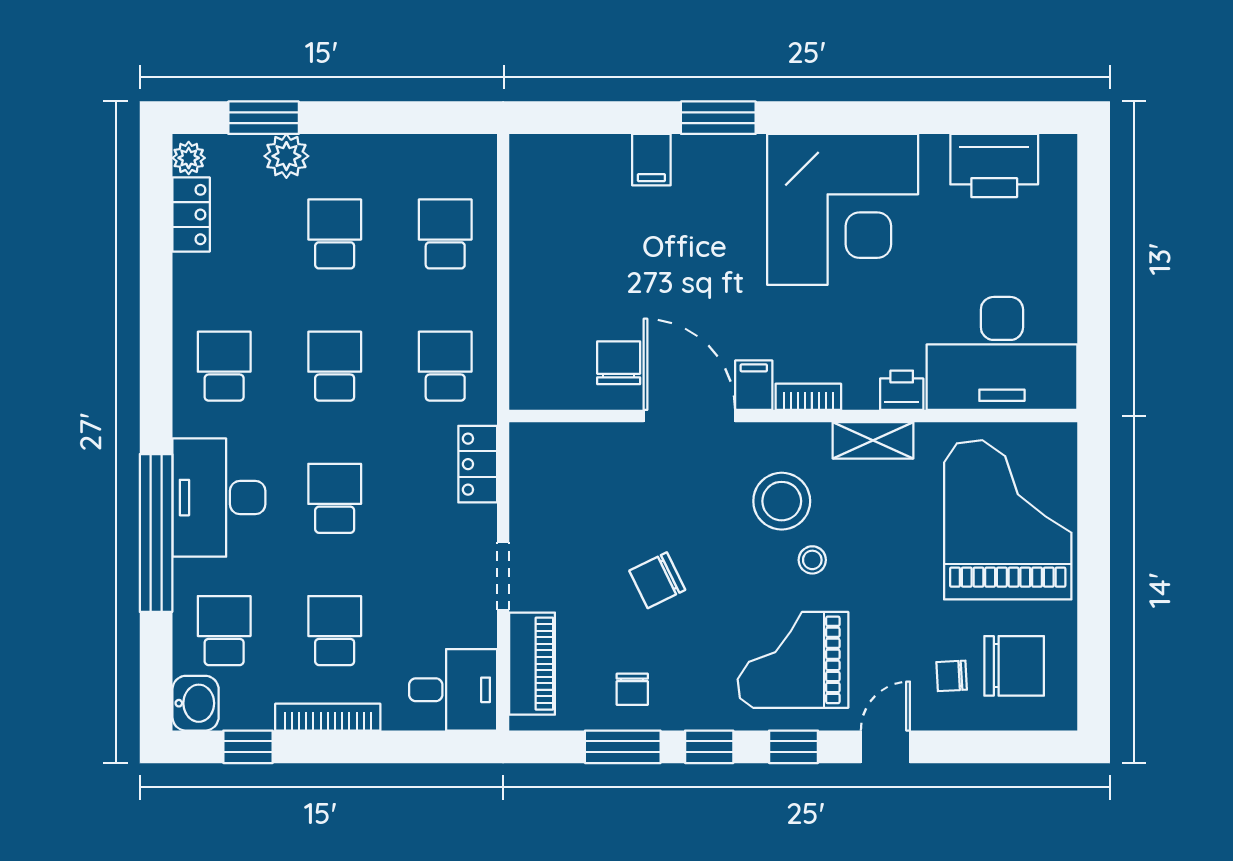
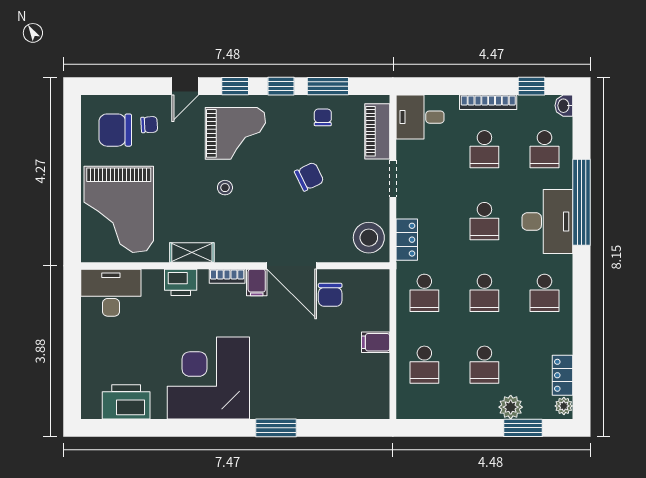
filing cabinet: (651, 160) -> (376, 342), moved, turned -90
desk: (1002, 353) -> (111, 293), width x0.73, depth x0.77
printer: (902, 390) -> (181, 282), width x1.36, depth x1.24
stool: (782, 501) -> (369, 238), moved
washbasin: (196, 703) -> (564, 106), width x0.72, depth x0.69

